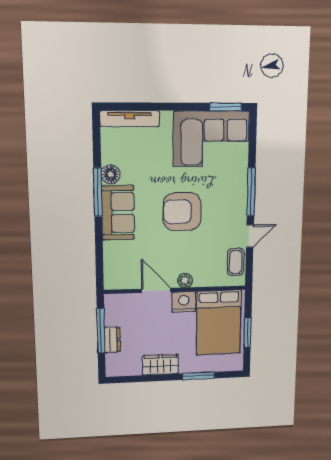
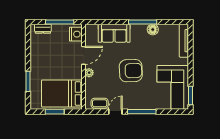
armchair: (182, 212) -> (131, 71), turned 88
sofa: (118, 213) -> (114, 33), moved
door: (250, 236) -> (115, 112), swing flipped
nightstand: (184, 302) -> (76, 34), moved
dresser: (112, 340) -> (43, 29), moved
wardrobe: (160, 365) -> (36, 58), removed

